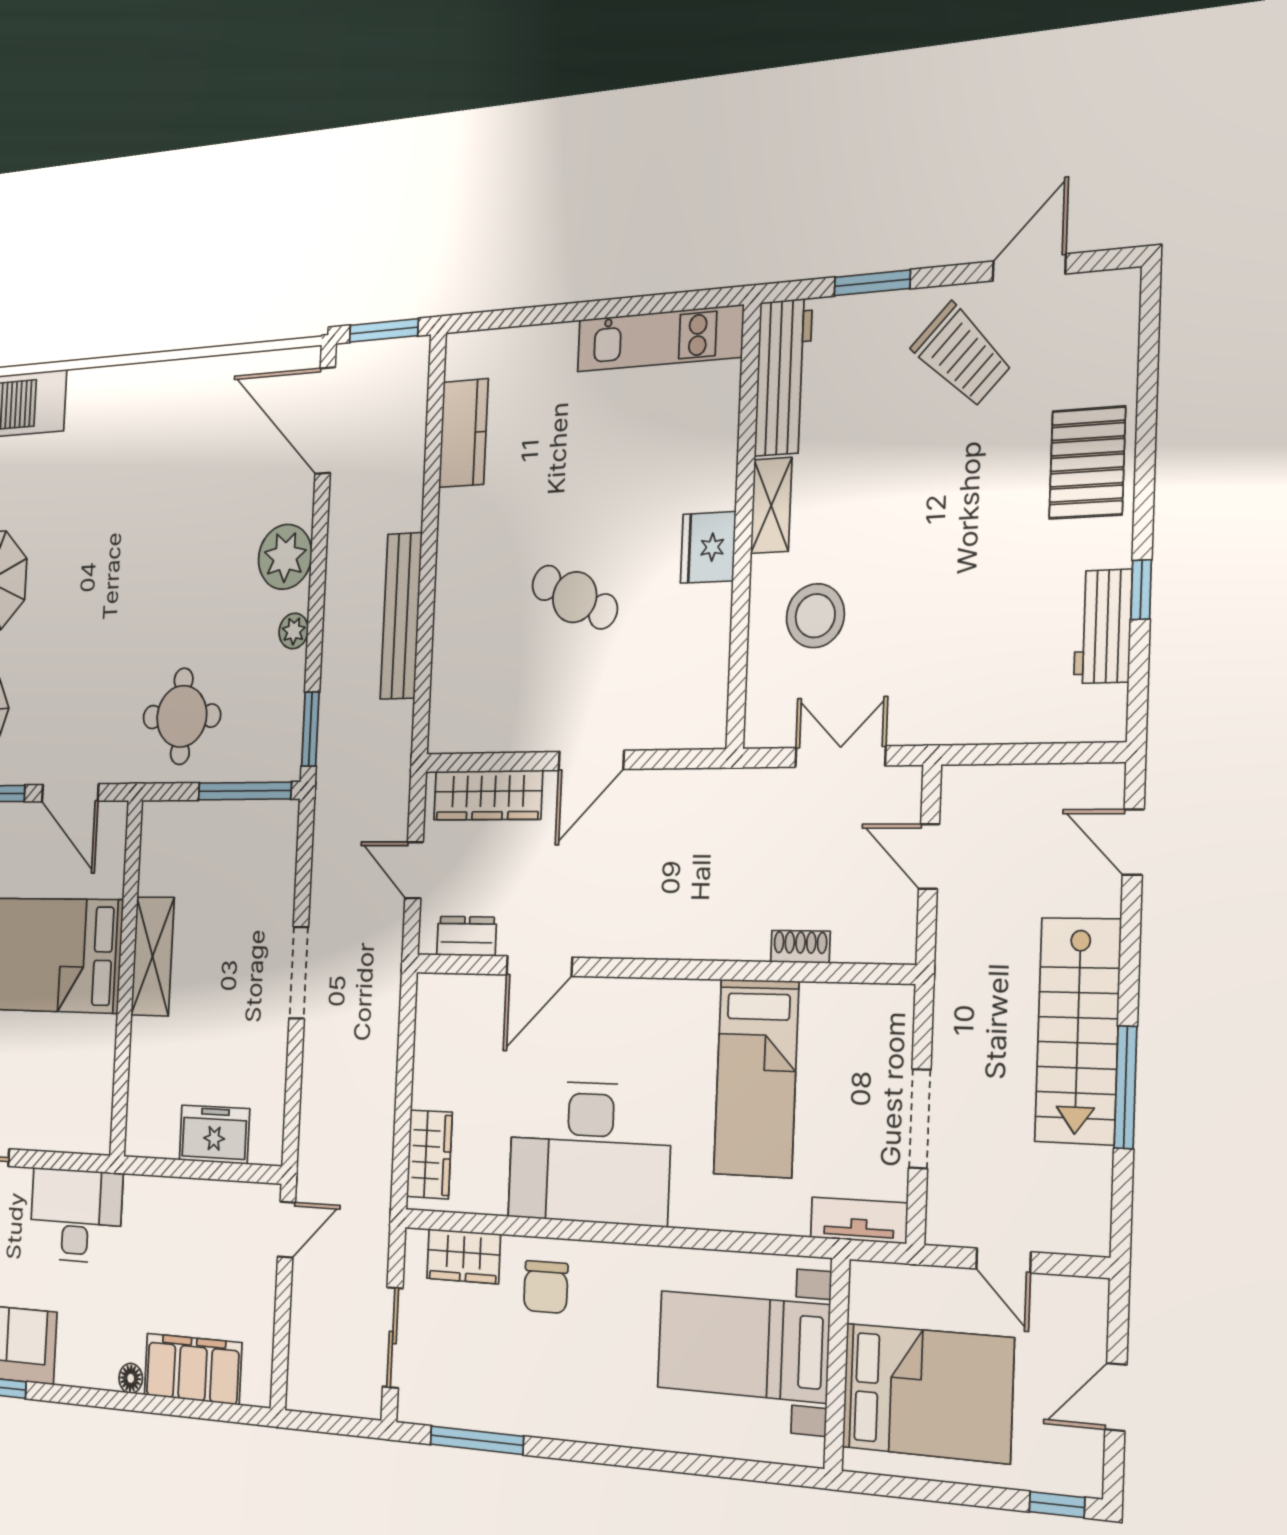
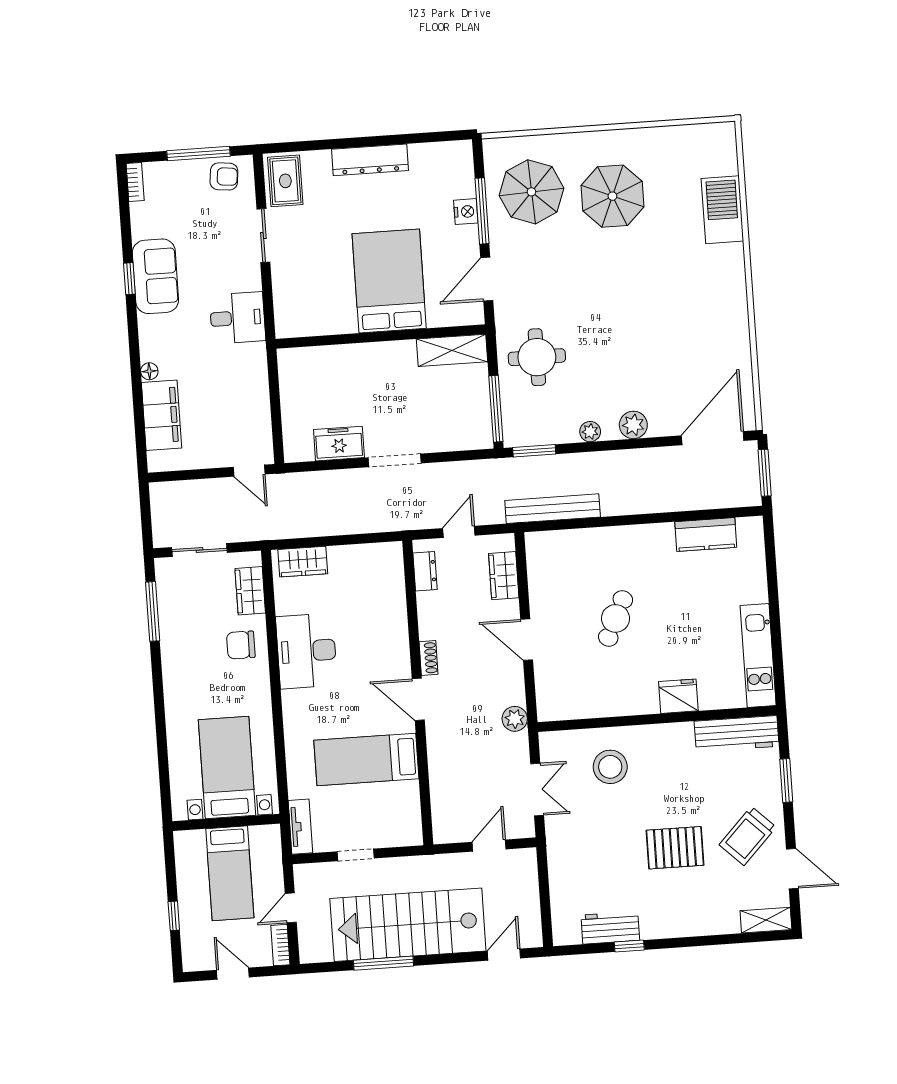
pallet: (1087, 463) -> (675, 848), moved
shelving: (771, 505) -> (766, 920), moved
fridge: (708, 547) -> (678, 696), moved
plant: (285, 557) -> (633, 425), width x0.73, depth x0.73
bench: (401, 616) -> (553, 509), moved
plant: (717, 791) -> (515, 719), added
wardrobe: (488, 795) -> (504, 576), width x0.67
shoe rack: (800, 947) -> (429, 658), moved
shelving: (153, 956) -> (452, 350), moved
door: (539, 966) -> (418, 699), moved
stairs: (1078, 1031) -> (408, 925), width x1.36, depth x1.51
doorway: (920, 1119) -> (356, 855), width x0.73
freezer: (214, 1135) -> (339, 444), moved, turned -90
desk: (589, 1152) -> (306, 651), width x0.73, depth x0.77
desk: (76, 1216) -> (237, 318), width x0.73
bookcase: (1071, 1292) -> (280, 945), added
bed: (927, 1393) -> (230, 873), width x0.67
window: (1057, 1505) -> (174, 916), moved

